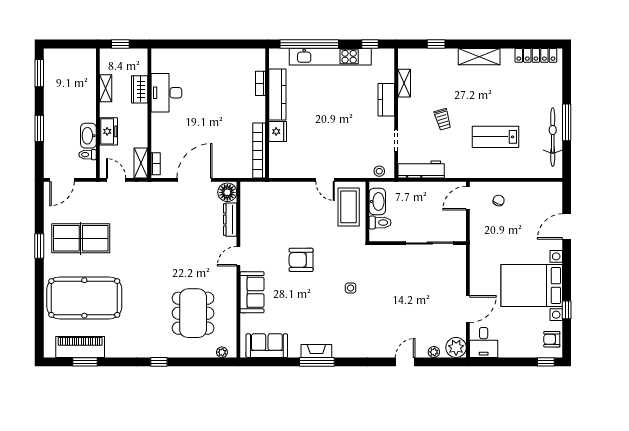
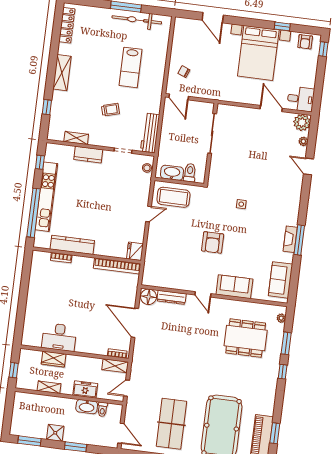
shower: (53, 102) -> (55, 433), added
fridge: (278, 131) -> (135, 251), moved, turned -90
window: (193, 362) -> (286, 343), added

